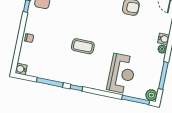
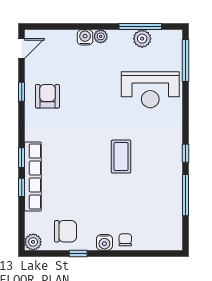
water cooler: (21, 69) -> (104, 242), moved
reception desk: (122, 74) -> (150, 90), turned 180
plant: (151, 95) -> (142, 39), moved

